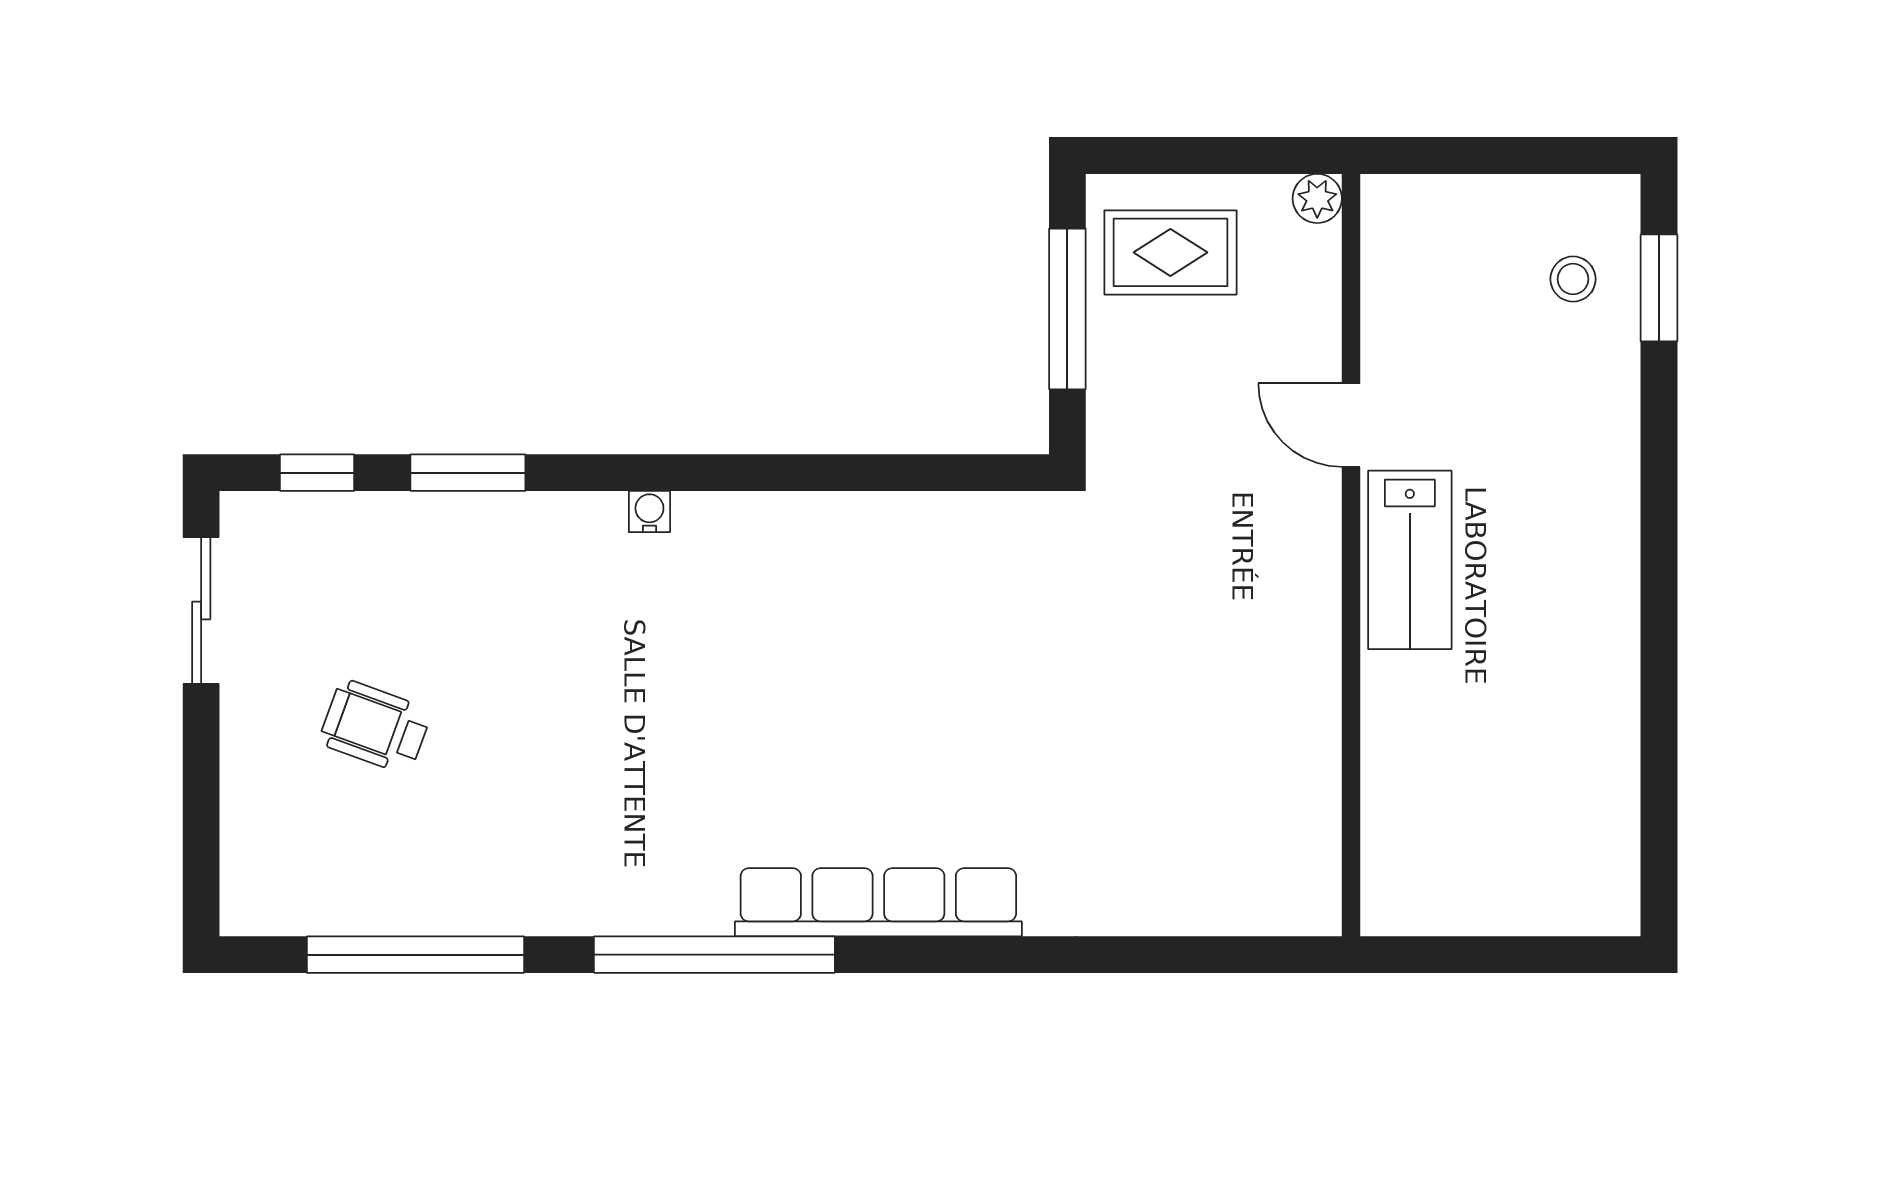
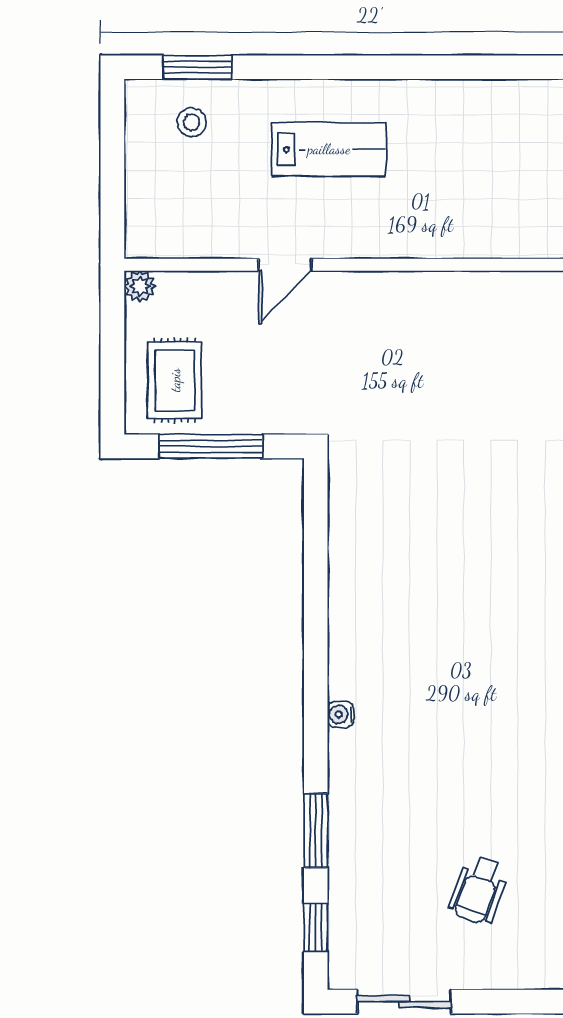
lab bench: (1410, 560) -> (329, 149), moved

